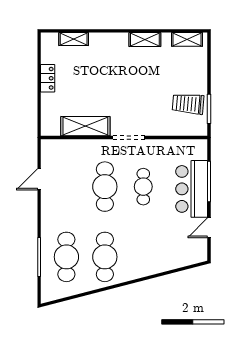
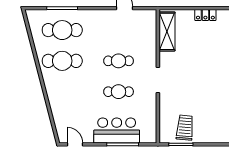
shelving: (85, 126) -> (167, 31), moved
cafe table: (105, 187) -> (119, 61), width x0.73, depth x0.74
door: (209, 228) -> (75, 144), moved

